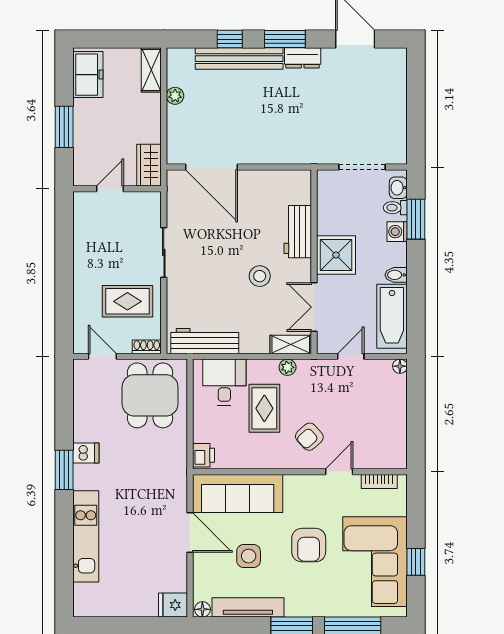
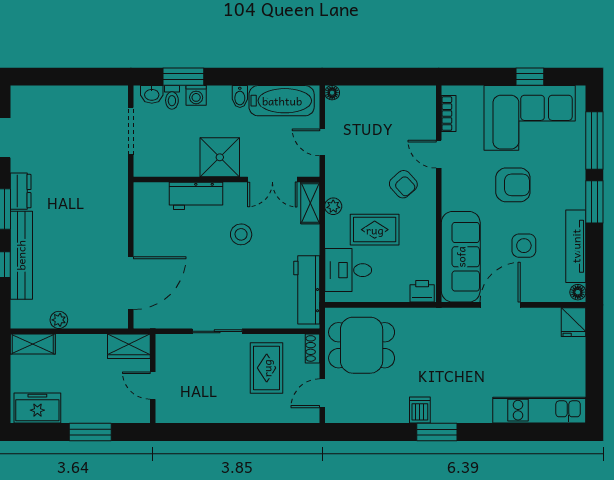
kitchen unit: (86, 536) -> (539, 410), moved

